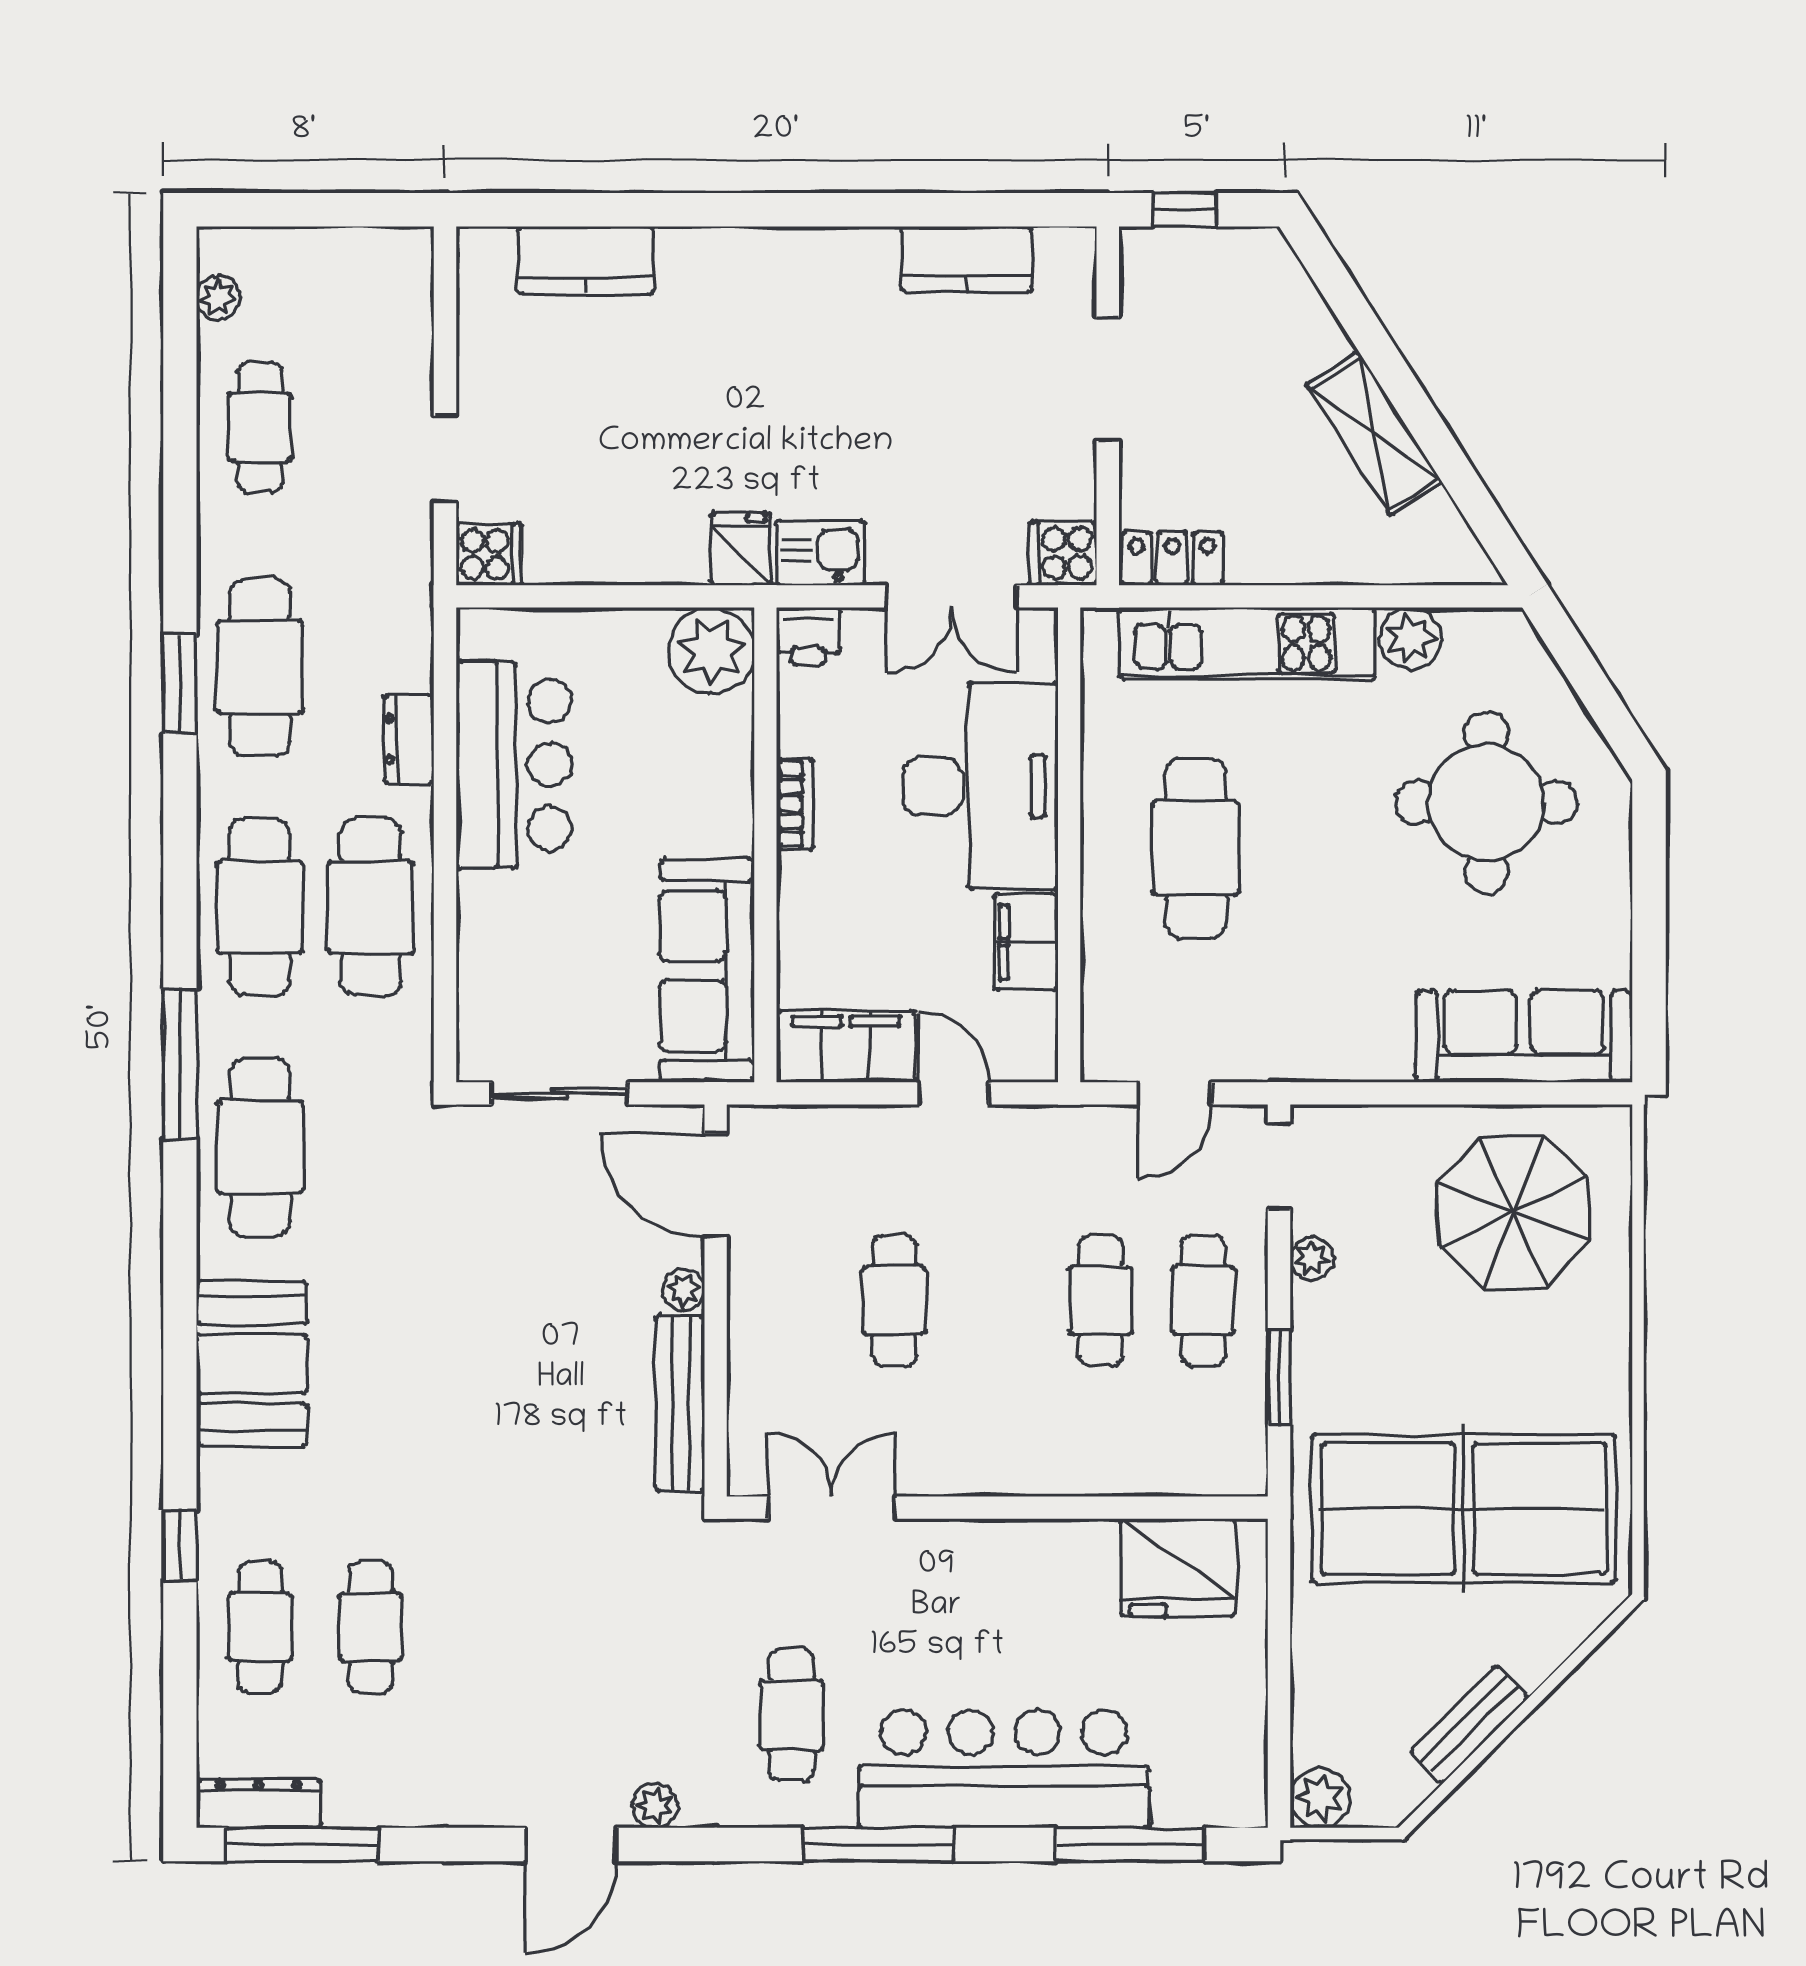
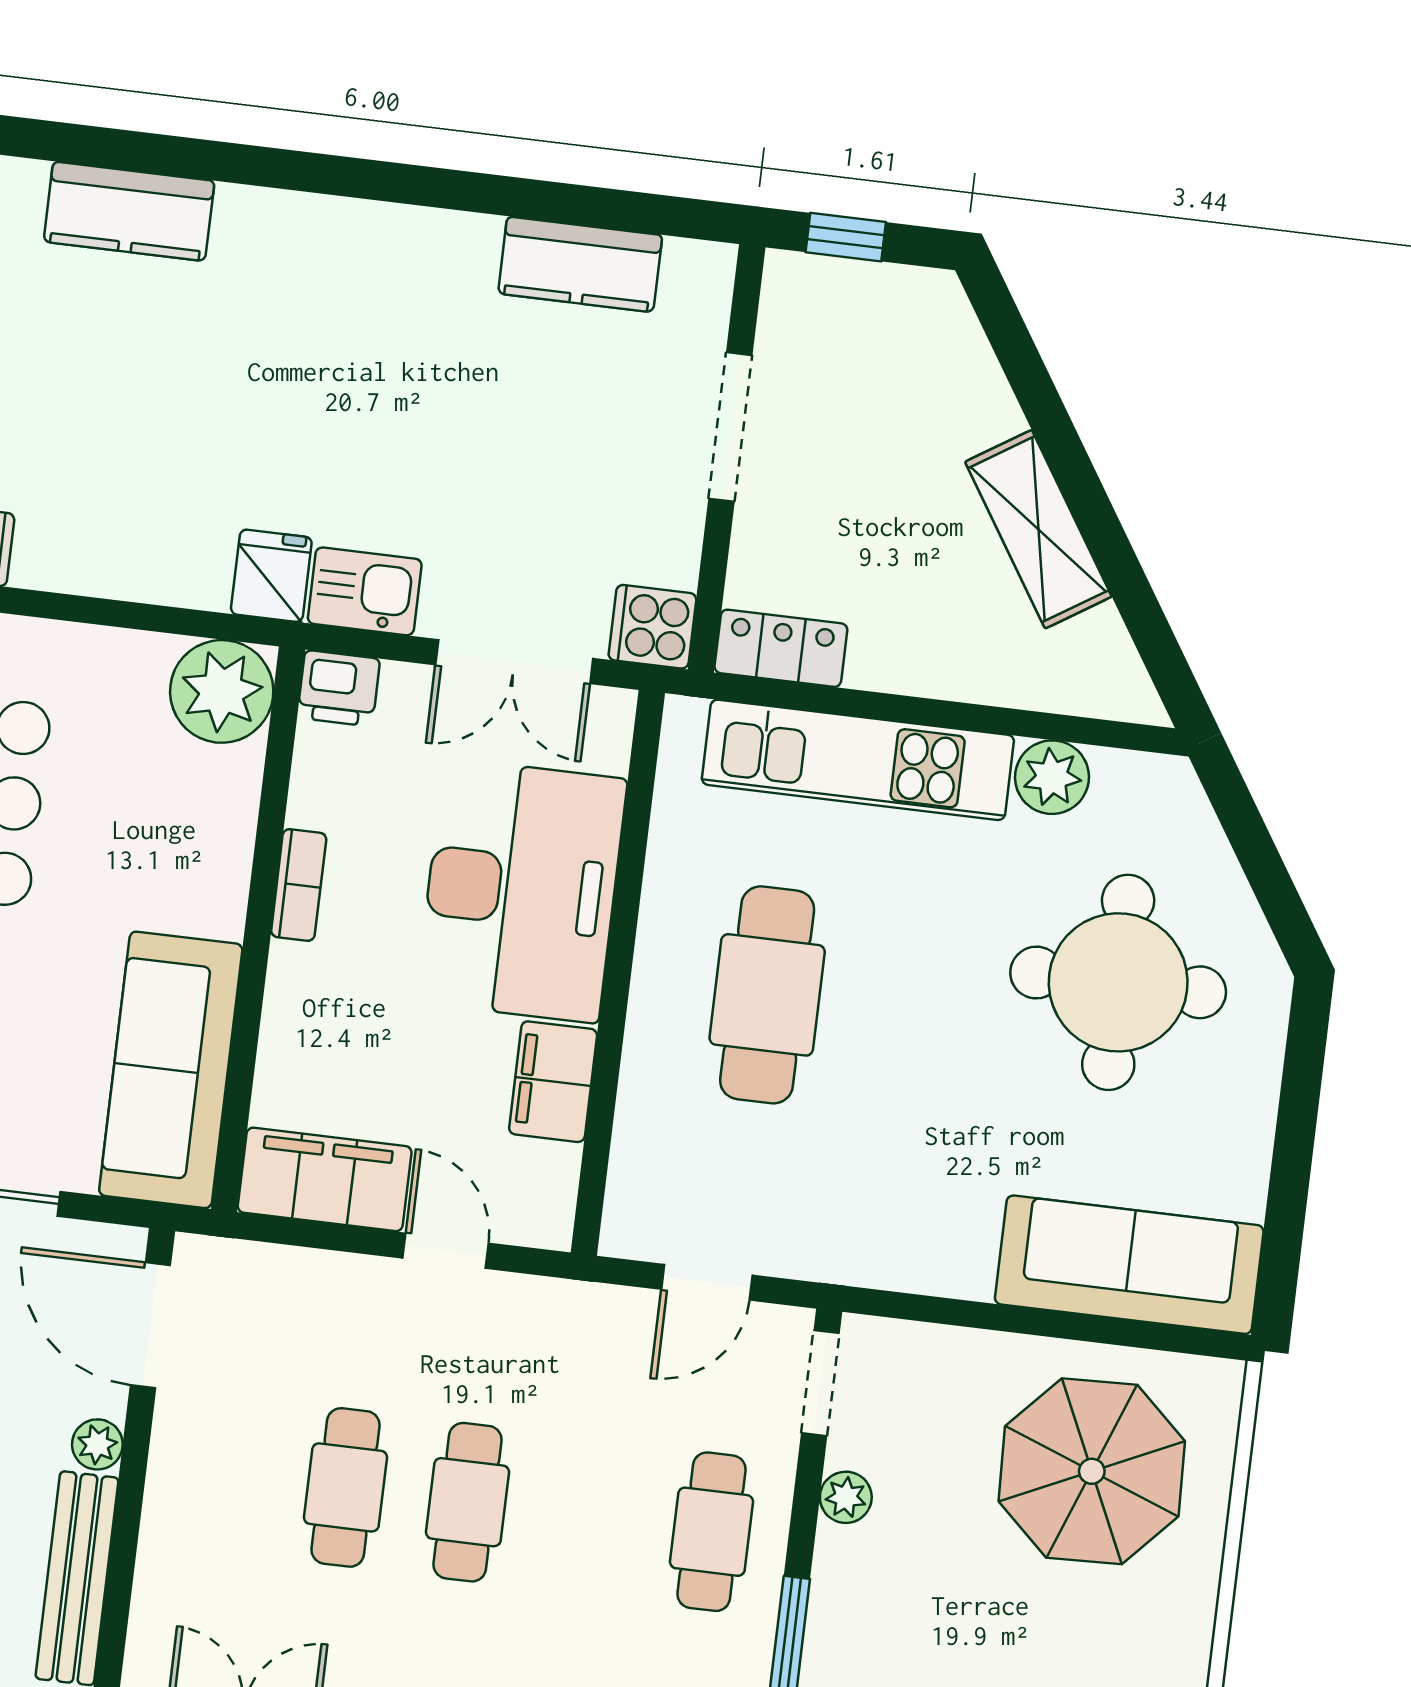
cafe table: (1100, 1301) -> (467, 1502), moved

